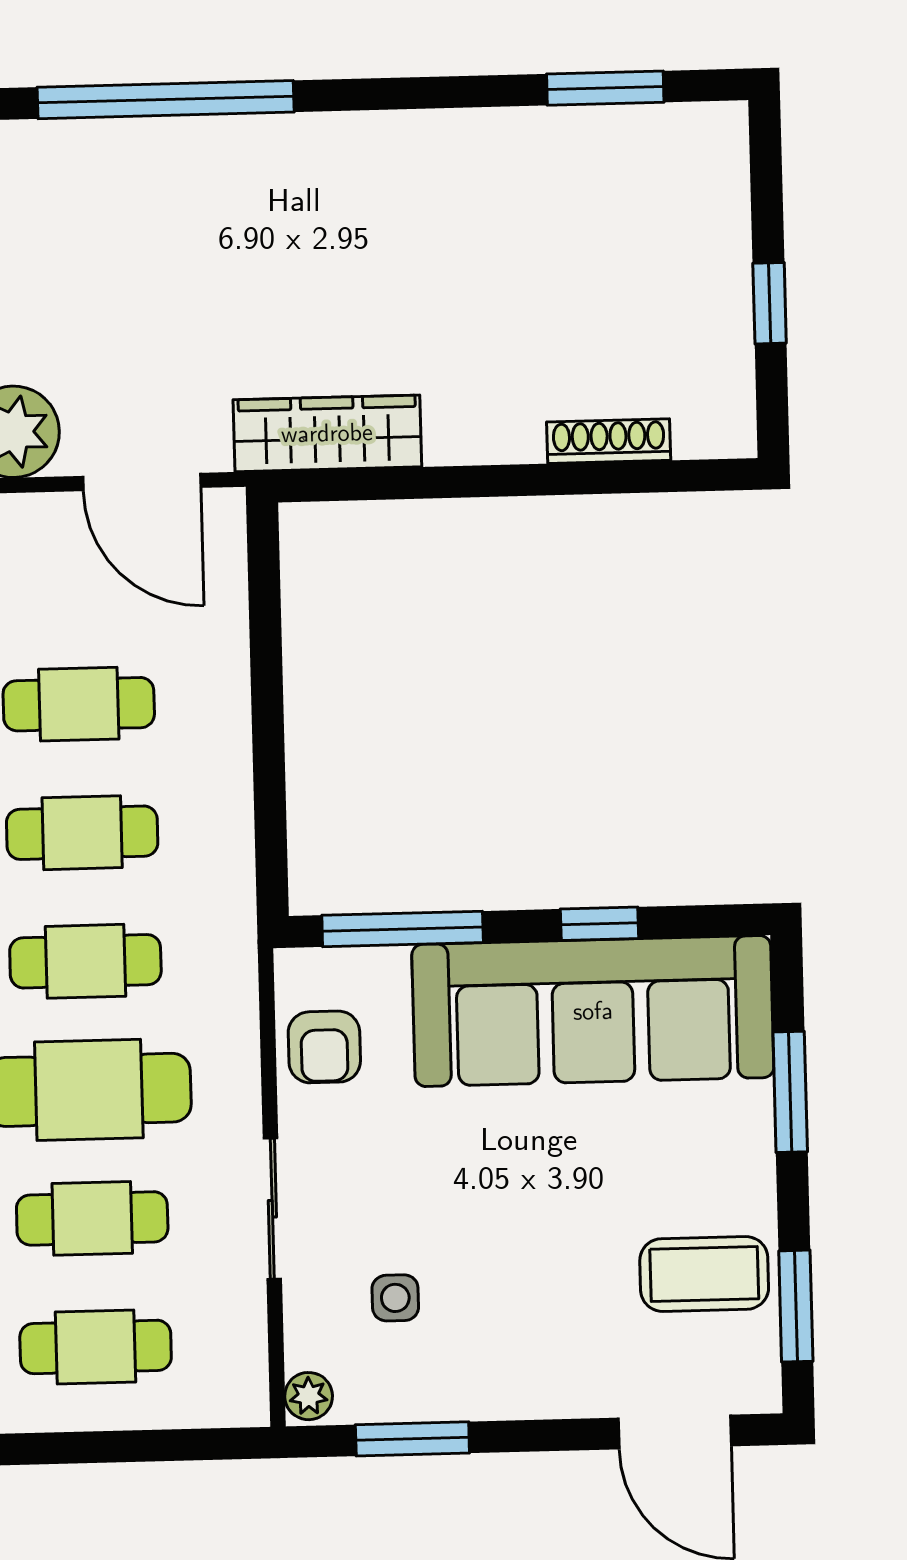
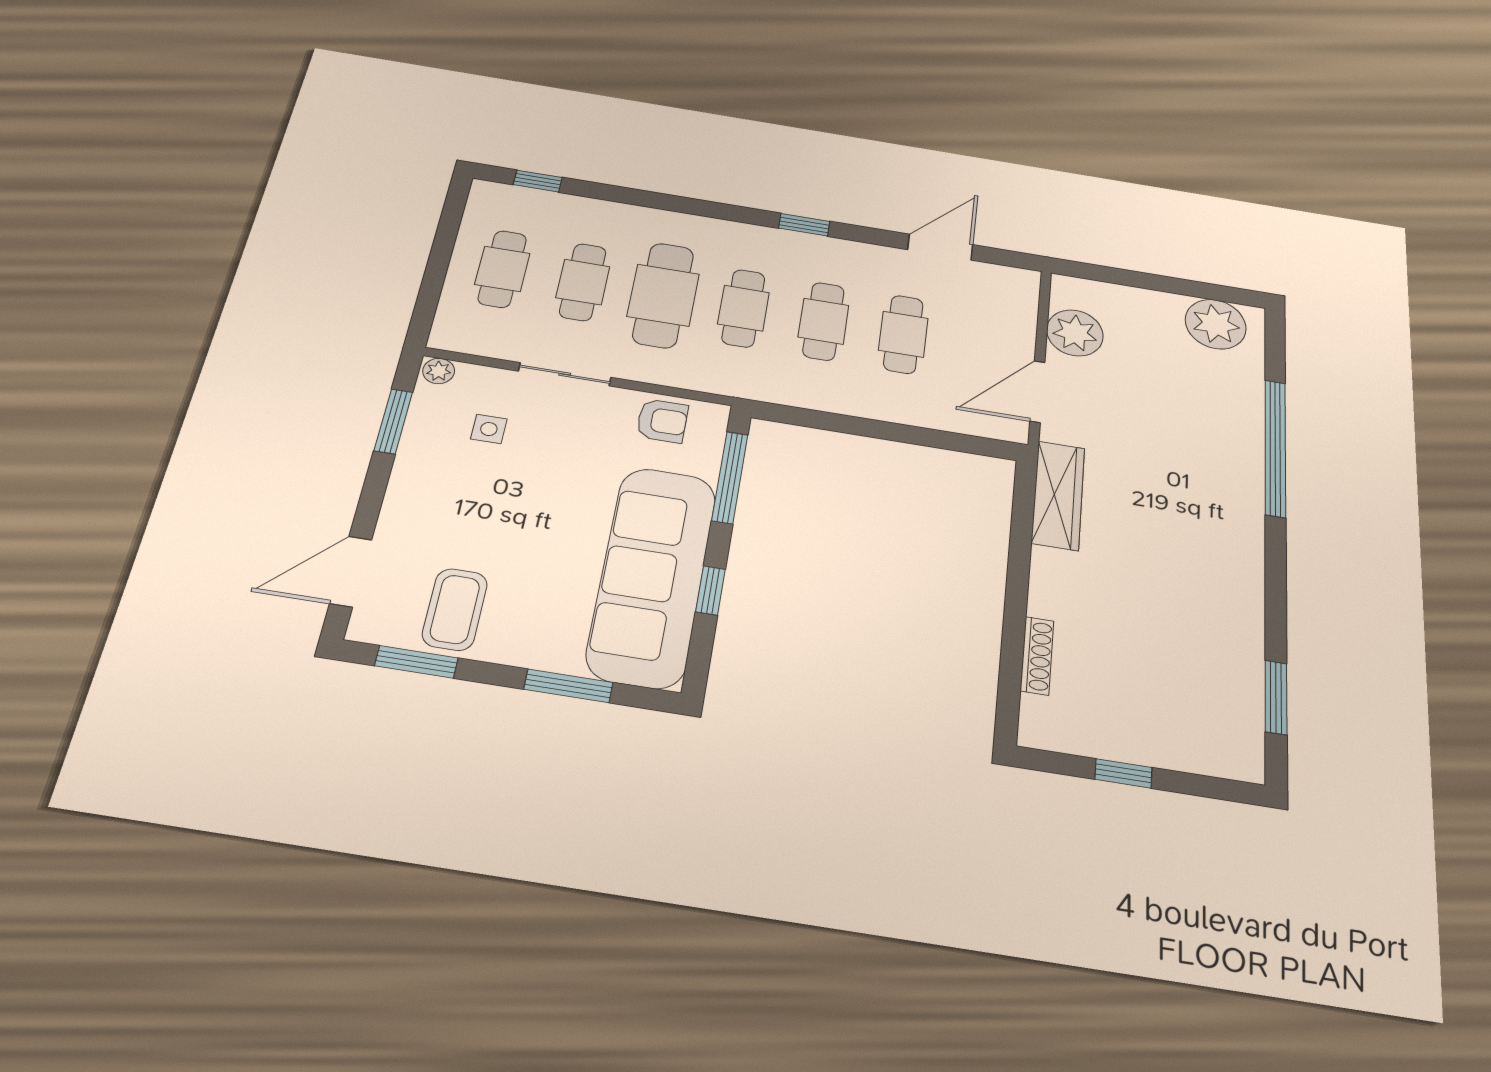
armchair: (324, 1047) -> (662, 421), turned 180

